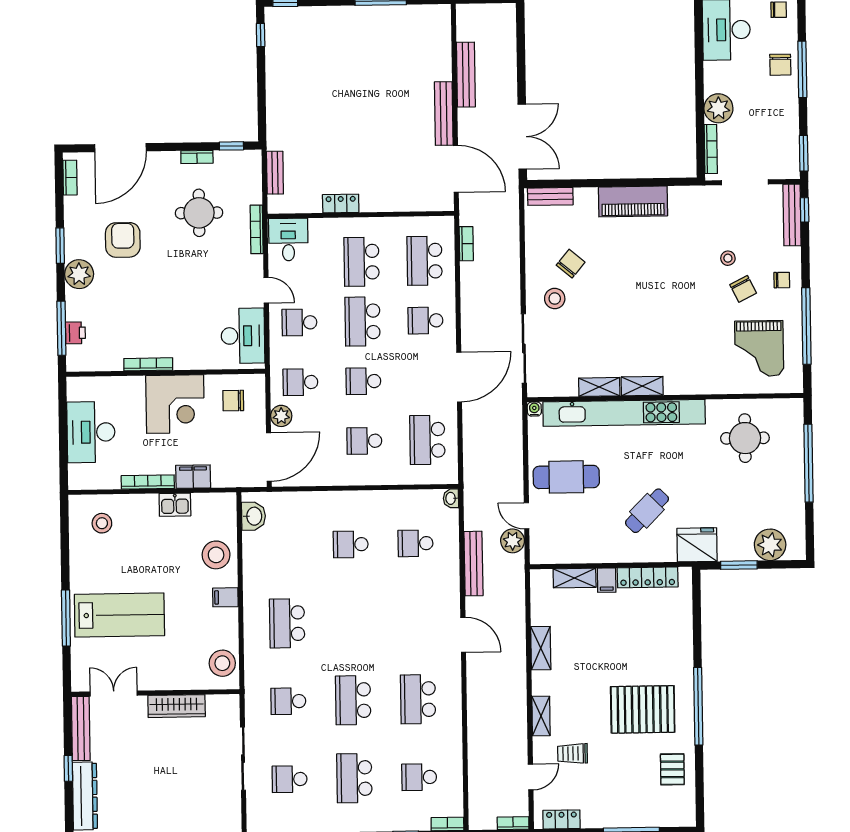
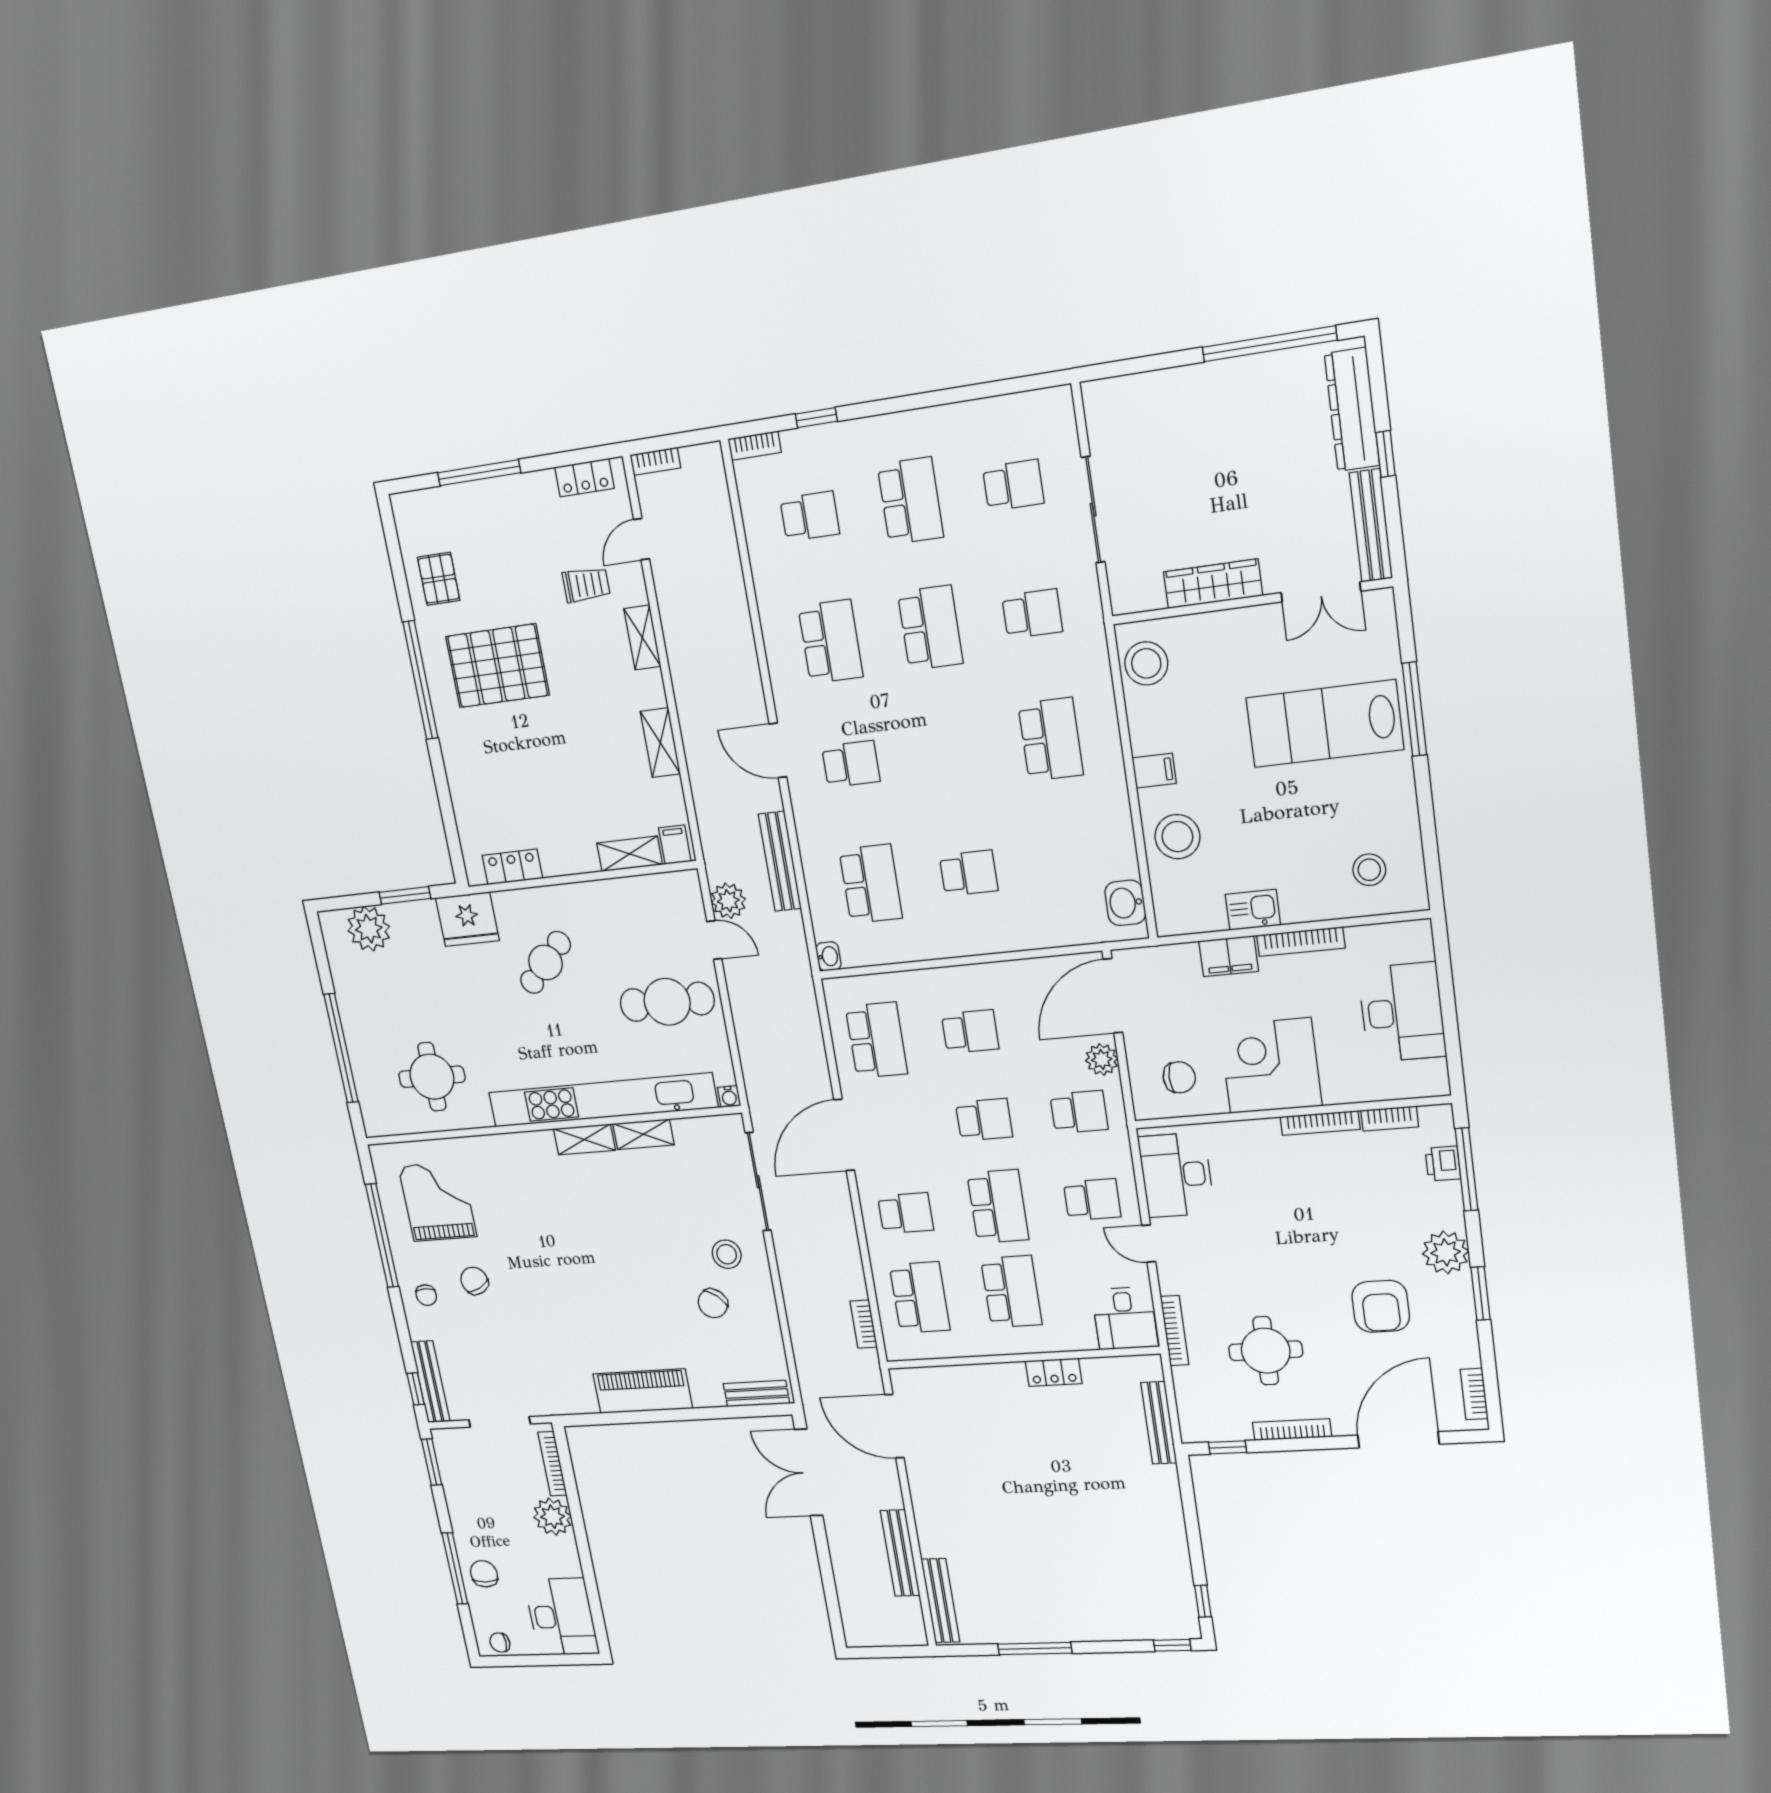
bench: (444, 114) -> (940, 1601), moved
bookcase: (197, 157) -> (1292, 1430), width x1.56
bench: (275, 173) -> (1159, 1423), width x1.36
stool: (728, 258) -> (502, 1321), removed
chair: (782, 280) -> (426, 1295), turned -90
bookcase: (105, 364) -> (1390, 1118), added
school desk: (416, 543) -> (871, 884), width x1.85
locker: (648, 577) -> (512, 867), width x0.66
filing cabinet: (607, 580) -> (675, 845), moved
school desk: (417, 621) -> (851, 764), added

